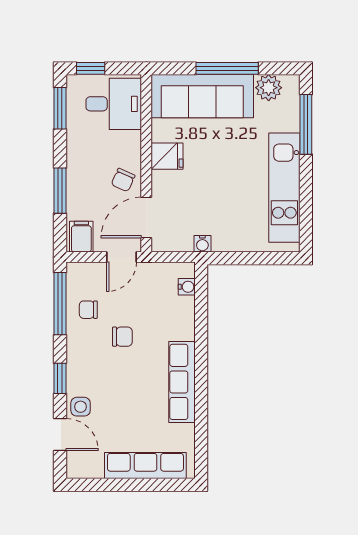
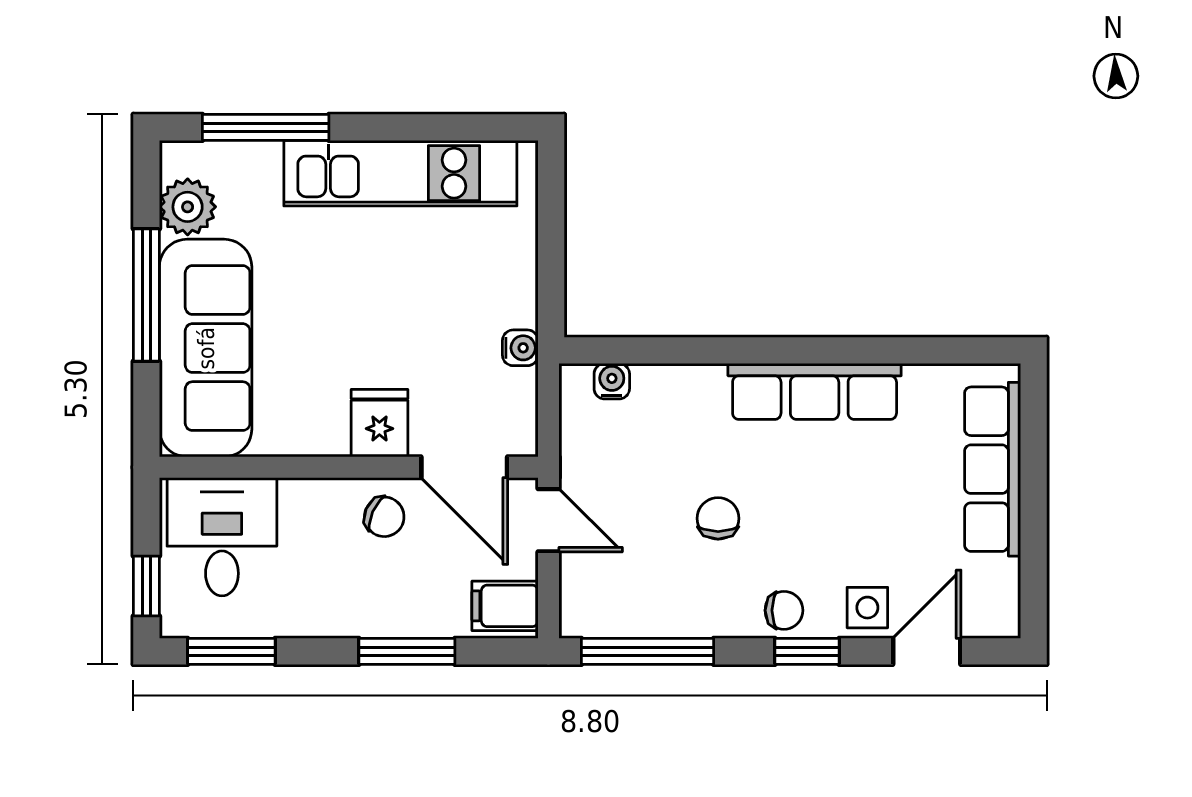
fridge: (167, 156) -> (379, 423), moved
chair: (88, 310) -> (784, 610), moved, turned -90

